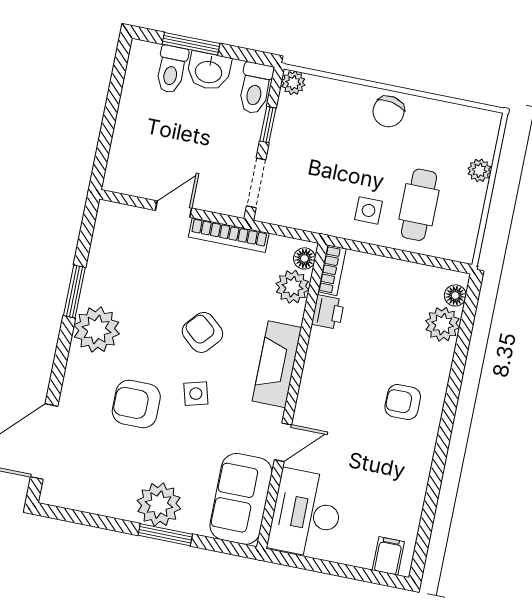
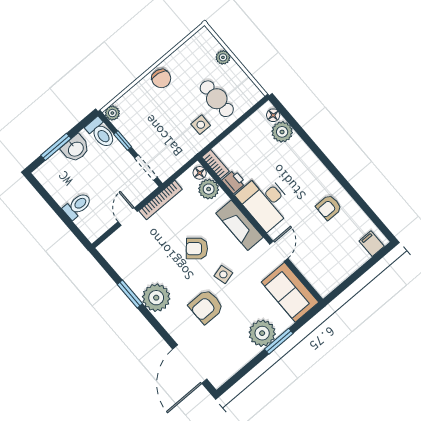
toilet: (171, 69) -> (77, 206), moved, turned -90
armchair: (403, 402) -> (329, 207), moved
desk: (306, 514) -> (265, 201), moved

